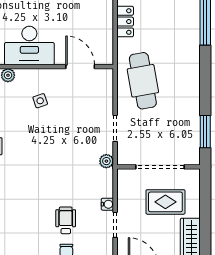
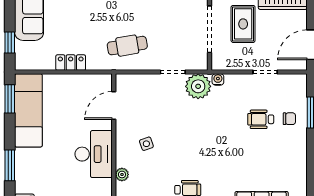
cafe table: (143, 81) -> (127, 46), width x0.73, depth x0.74
plant: (106, 161) -> (198, 86), width x1.87, depth x1.87
water cooler: (107, 204) -> (218, 79), moved

